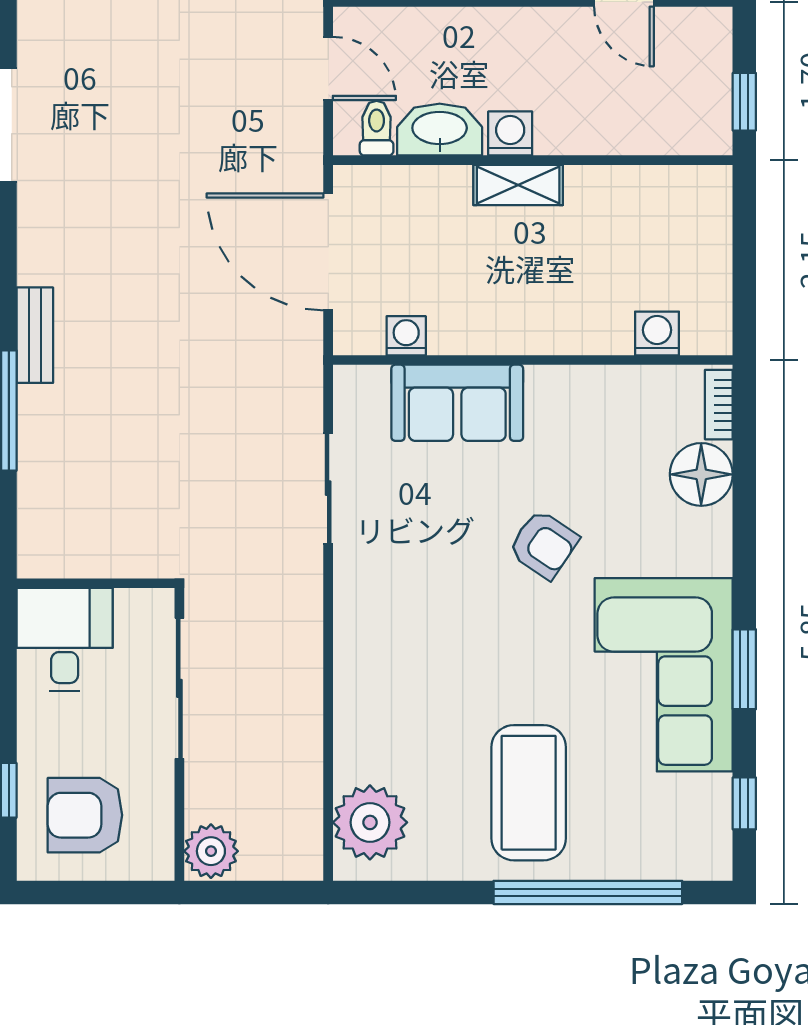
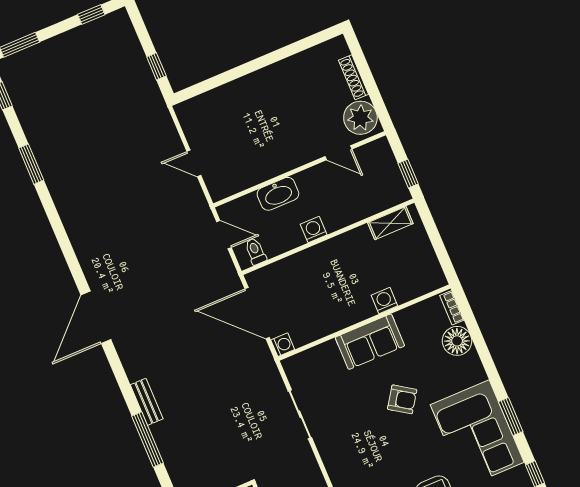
washbasin: (440, 130) -> (278, 194), moved, turned 180
shelving: (518, 185) -> (390, 223), moved
washing machine: (657, 333) -> (384, 301), moved
washing machine: (406, 336) -> (283, 345), moved, turned 90
sofa: (457, 403) -> (370, 342), moved

